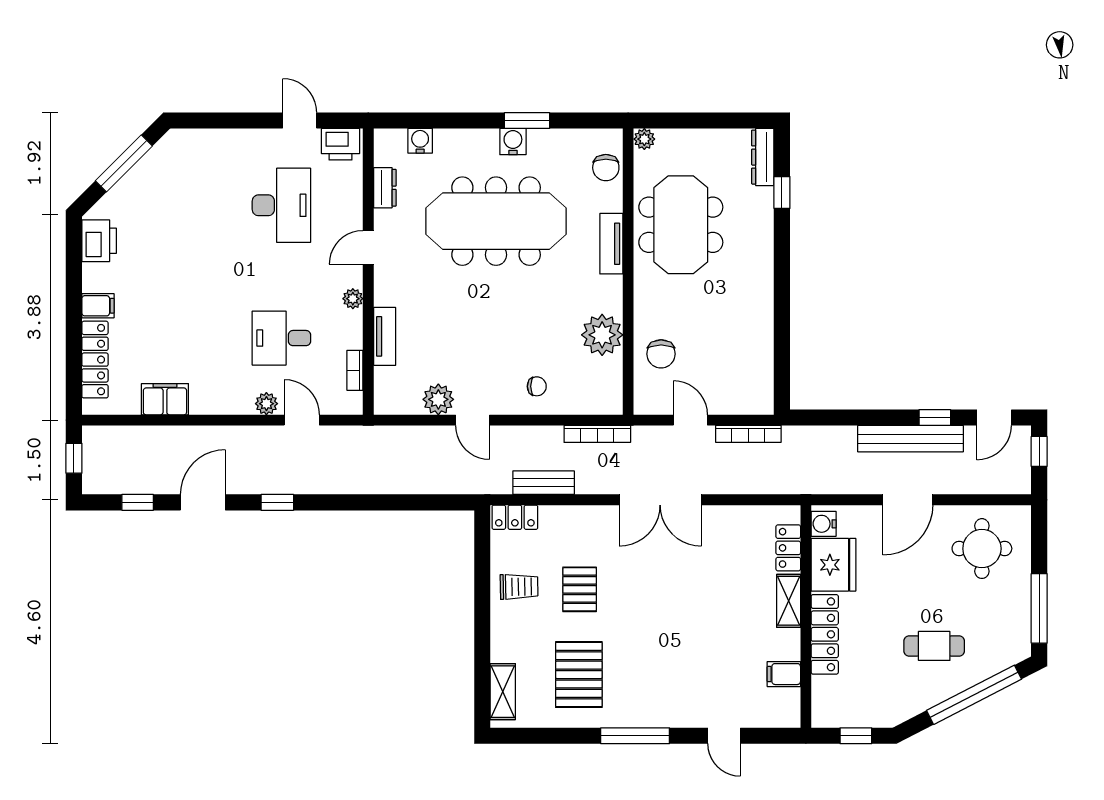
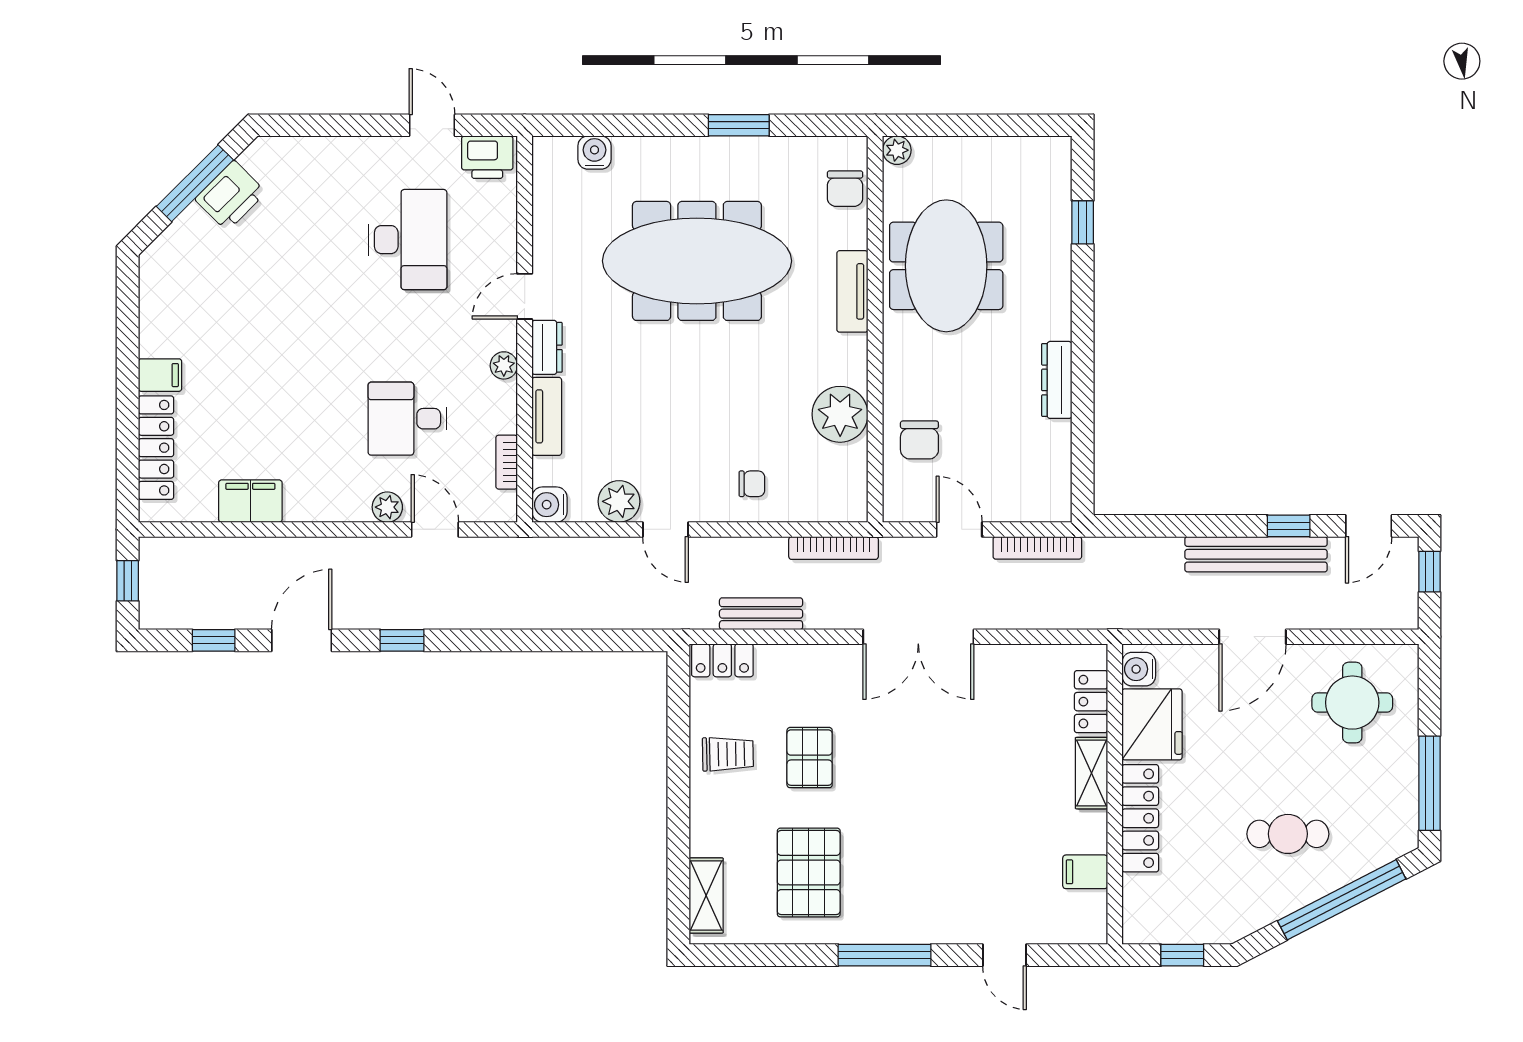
water cooler: (513, 142) -> (549, 505), moved, turned -90
dresser: (763, 157) -> (1057, 380), moved
dresser: (385, 188) -> (547, 347), moved
printer: (99, 241) -> (231, 196), moved, turned 45

